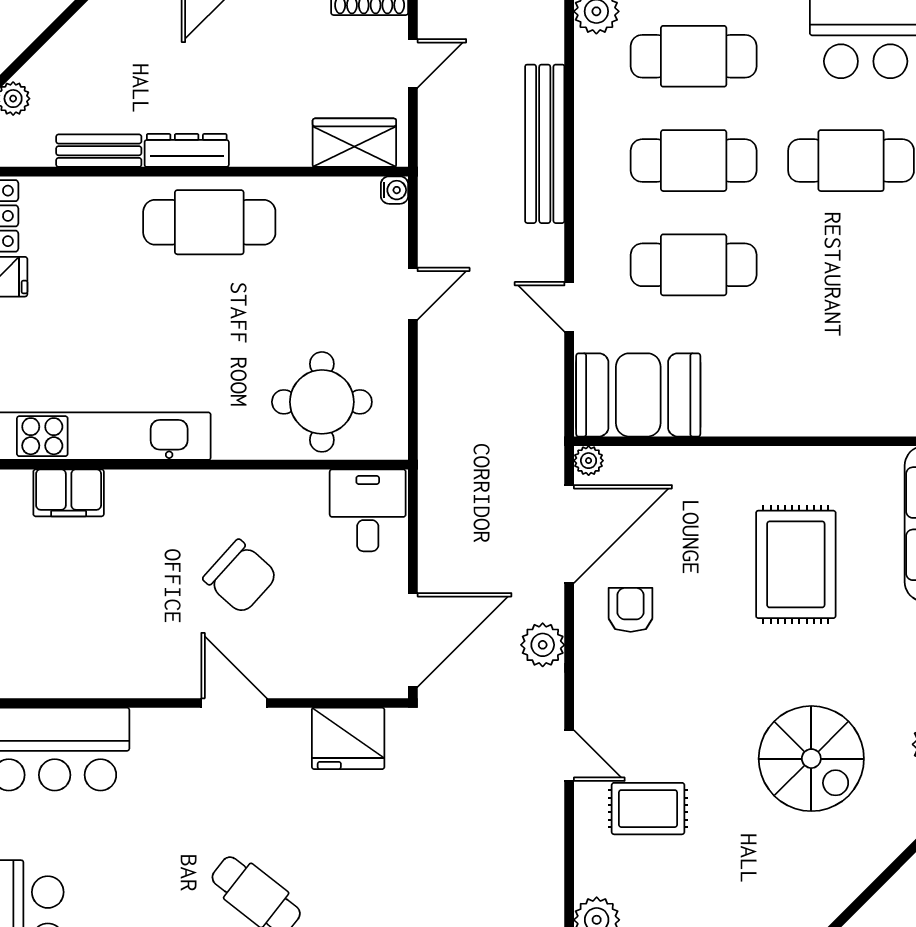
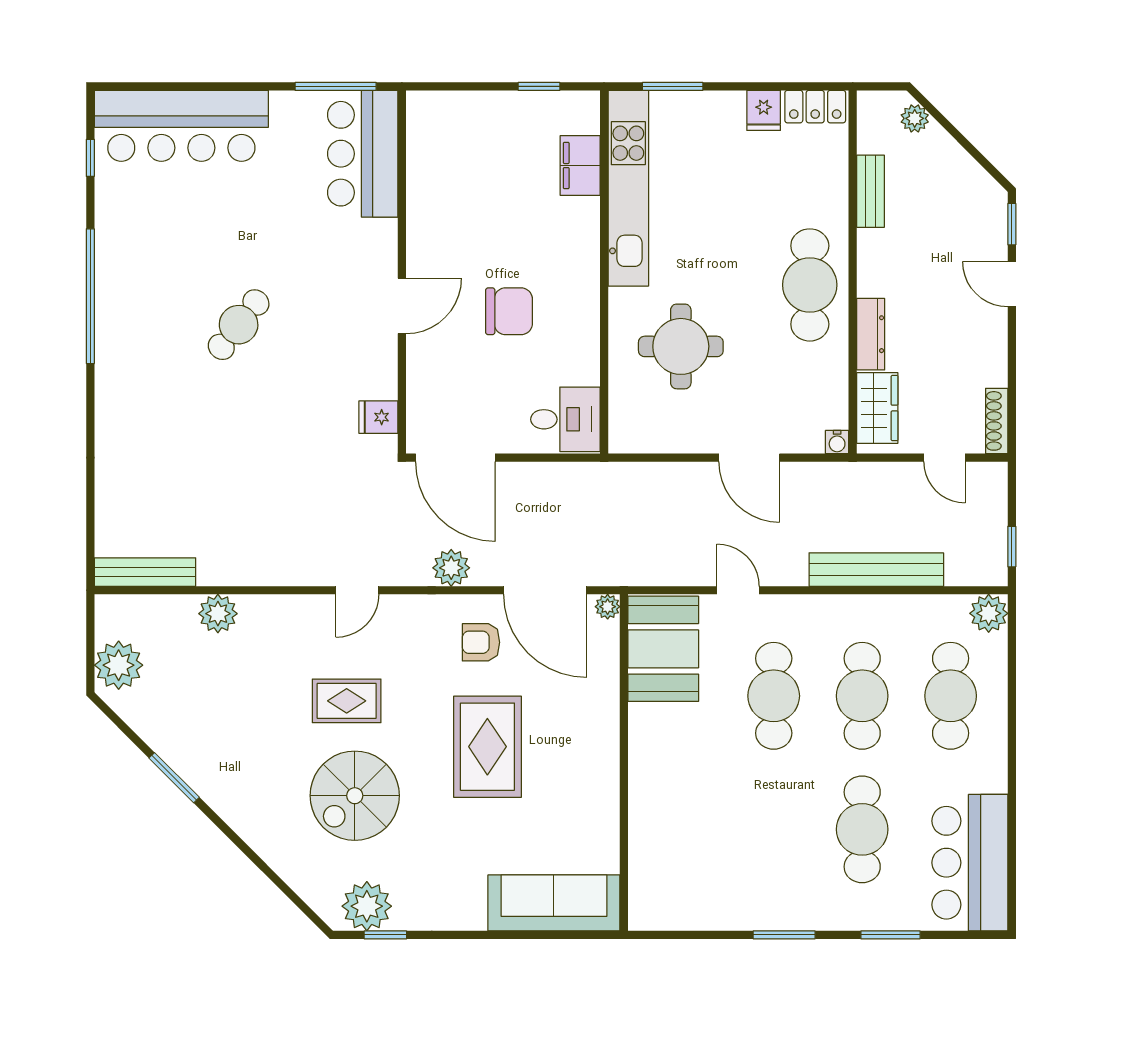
dresser: (187, 150) -> (871, 334), moved
door: (413, 294) -> (749, 458), width x1.38
door: (569, 307) -> (738, 590), hinge flipped
round table: (322, 402) -> (681, 346), moved
rug: (796, 564) -> (487, 747), moved, turned 90
chair: (240, 577) -> (509, 311), turned -132
armchair: (631, 610) -> (481, 642), turned 180
fridge: (348, 738) -> (378, 417), width x0.53, depth x0.75
rug: (648, 809) -> (347, 701), moved, turned 90

